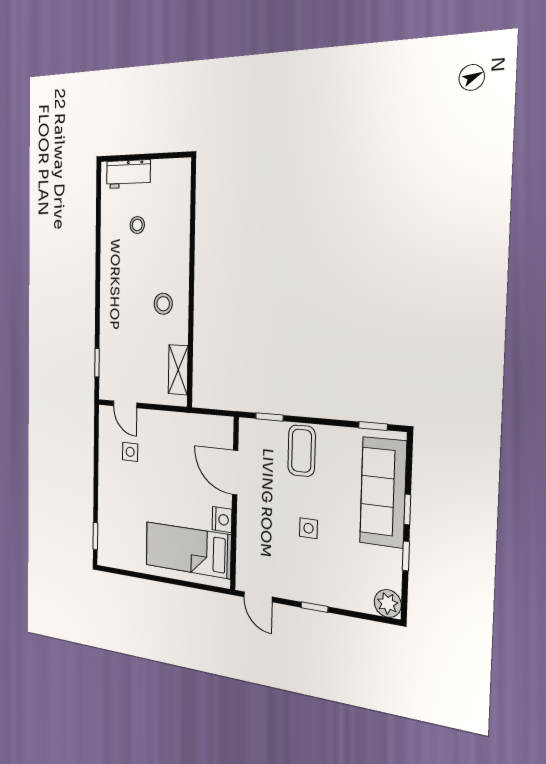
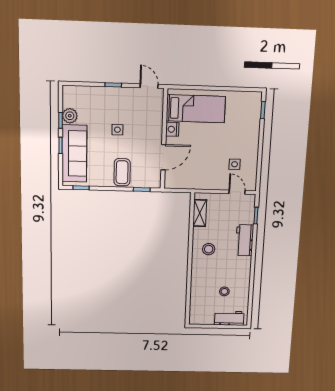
workbench: (111, 320) -> (245, 240), added
door: (235, 472) -> (163, 157), hinge flipped
plant: (388, 603) -> (70, 116), moved

